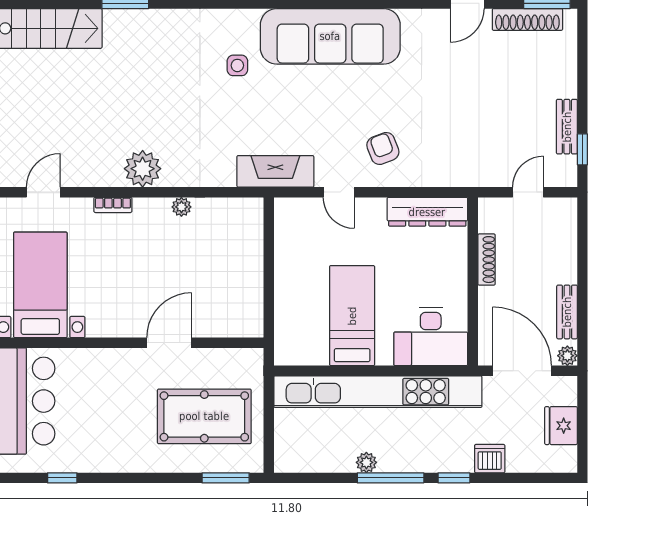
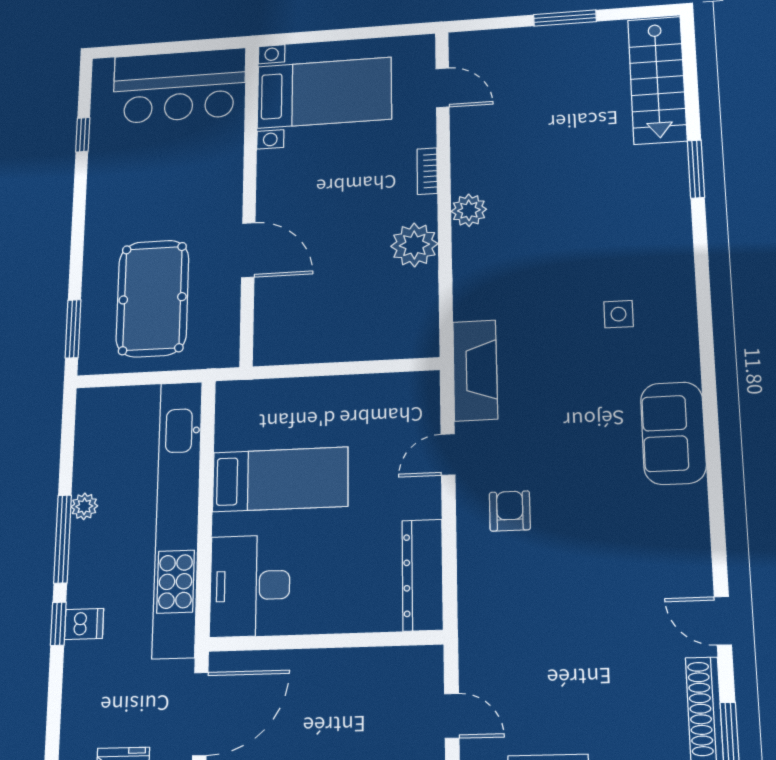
sofa: (330, 36) -> (673, 433), width x0.54, depth x0.79
armchair: (383, 148) -> (510, 511), turned -69
plant: (143, 169) -> (469, 210), width x0.73, depth x0.73
plant: (181, 207) -> (414, 245), width x1.88, depth x1.88
shoe rack: (486, 260) -> (356, 659), removed
dishwasher: (490, 459) -> (84, 624), moved, width x0.73

